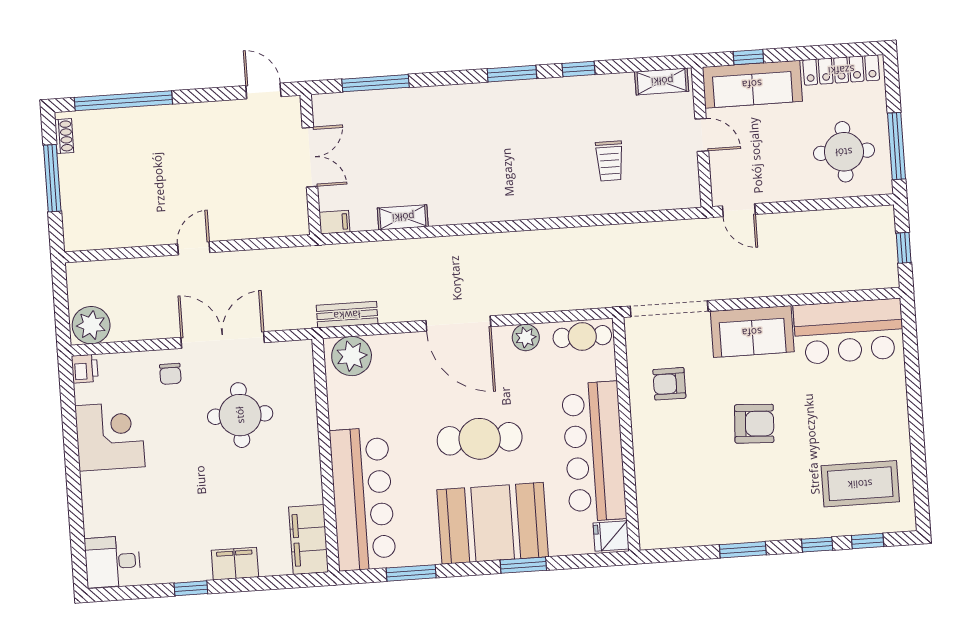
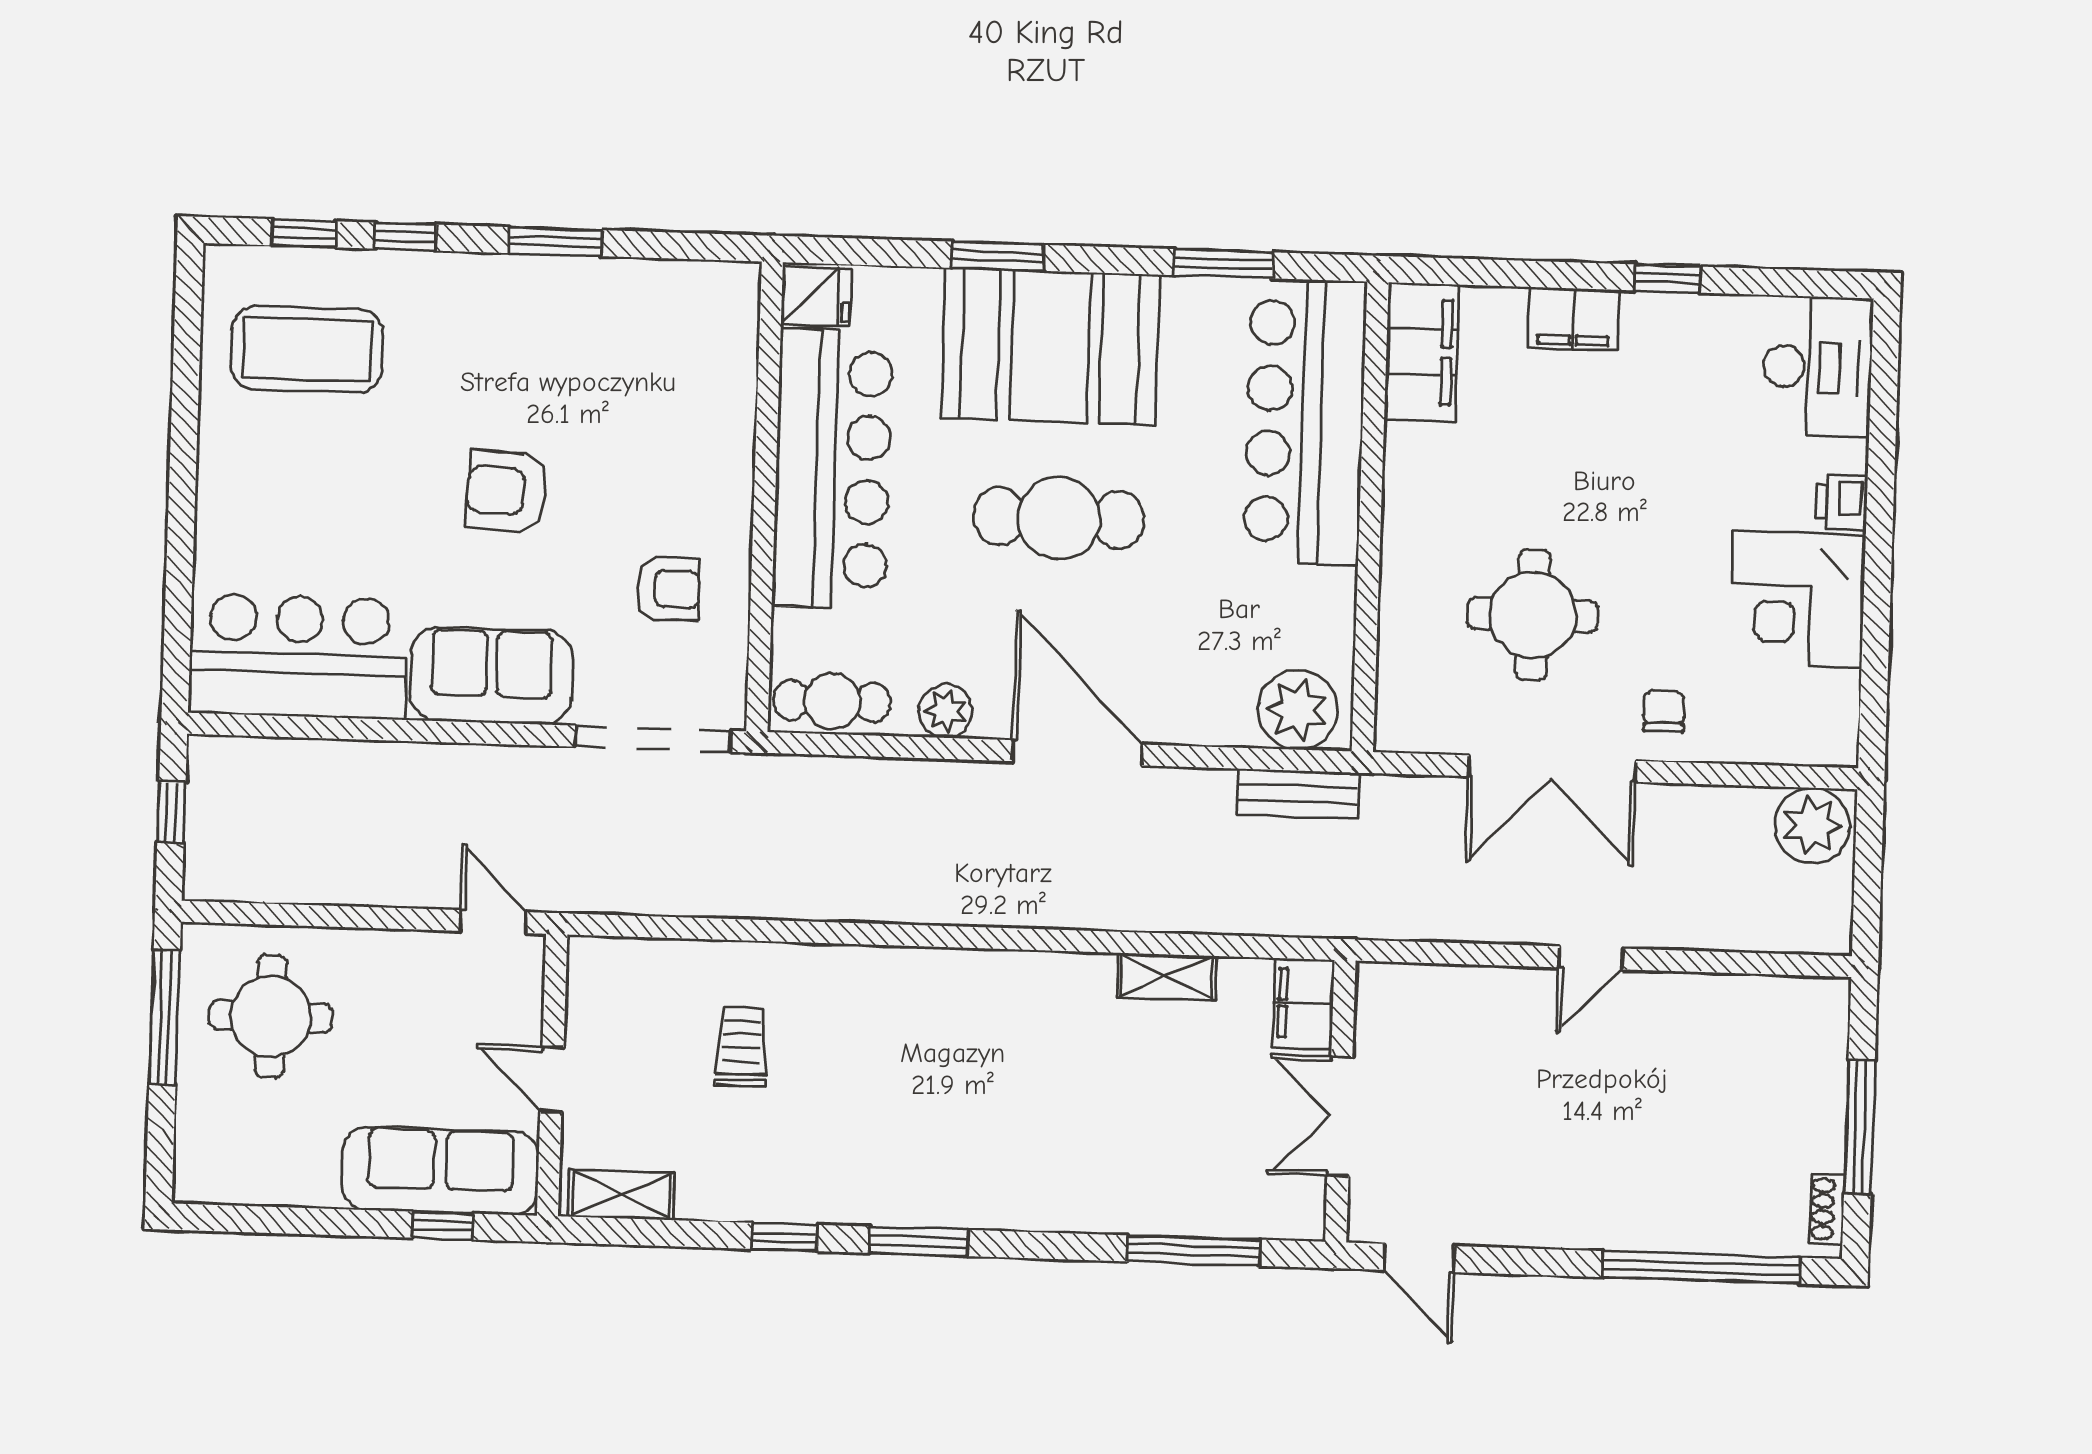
locker: (841, 70) -> (260, 1181), removed
filing cabinet: (334, 222) -> (1303, 1003), width x2.00
printer: (85, 369) -> (1842, 502), moved
desk: (113, 562) -> (1817, 367), width x1.37

